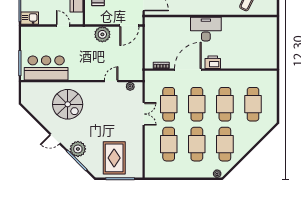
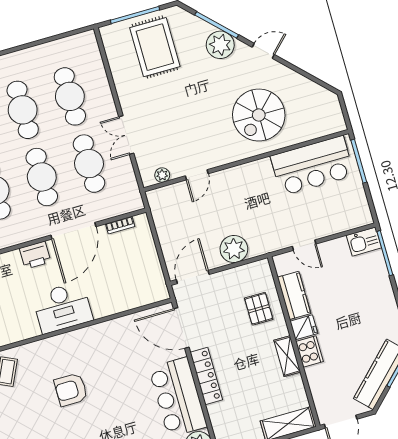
spiral stairs: (68, 104) -> (259, 115), turned -90

